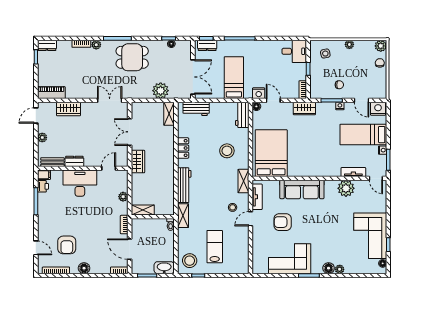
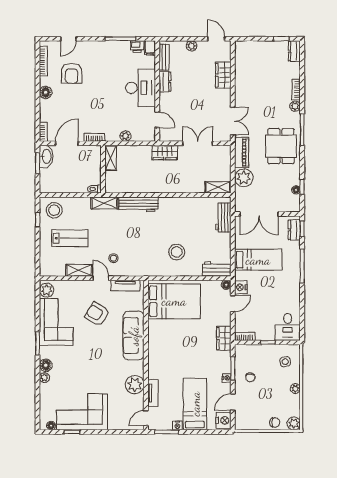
piano: (51, 93) -> (242, 152), moved
locker: (183, 148) -> (180, 203), removed
shelving: (243, 181) -> (79, 270), moved
armchair: (283, 222) -> (97, 314), turned -59
armchair: (67, 245) -> (72, 73), turned -90
plant: (261, 267) -> (47, 290), added
washbasin: (164, 268) -> (46, 156), moved

